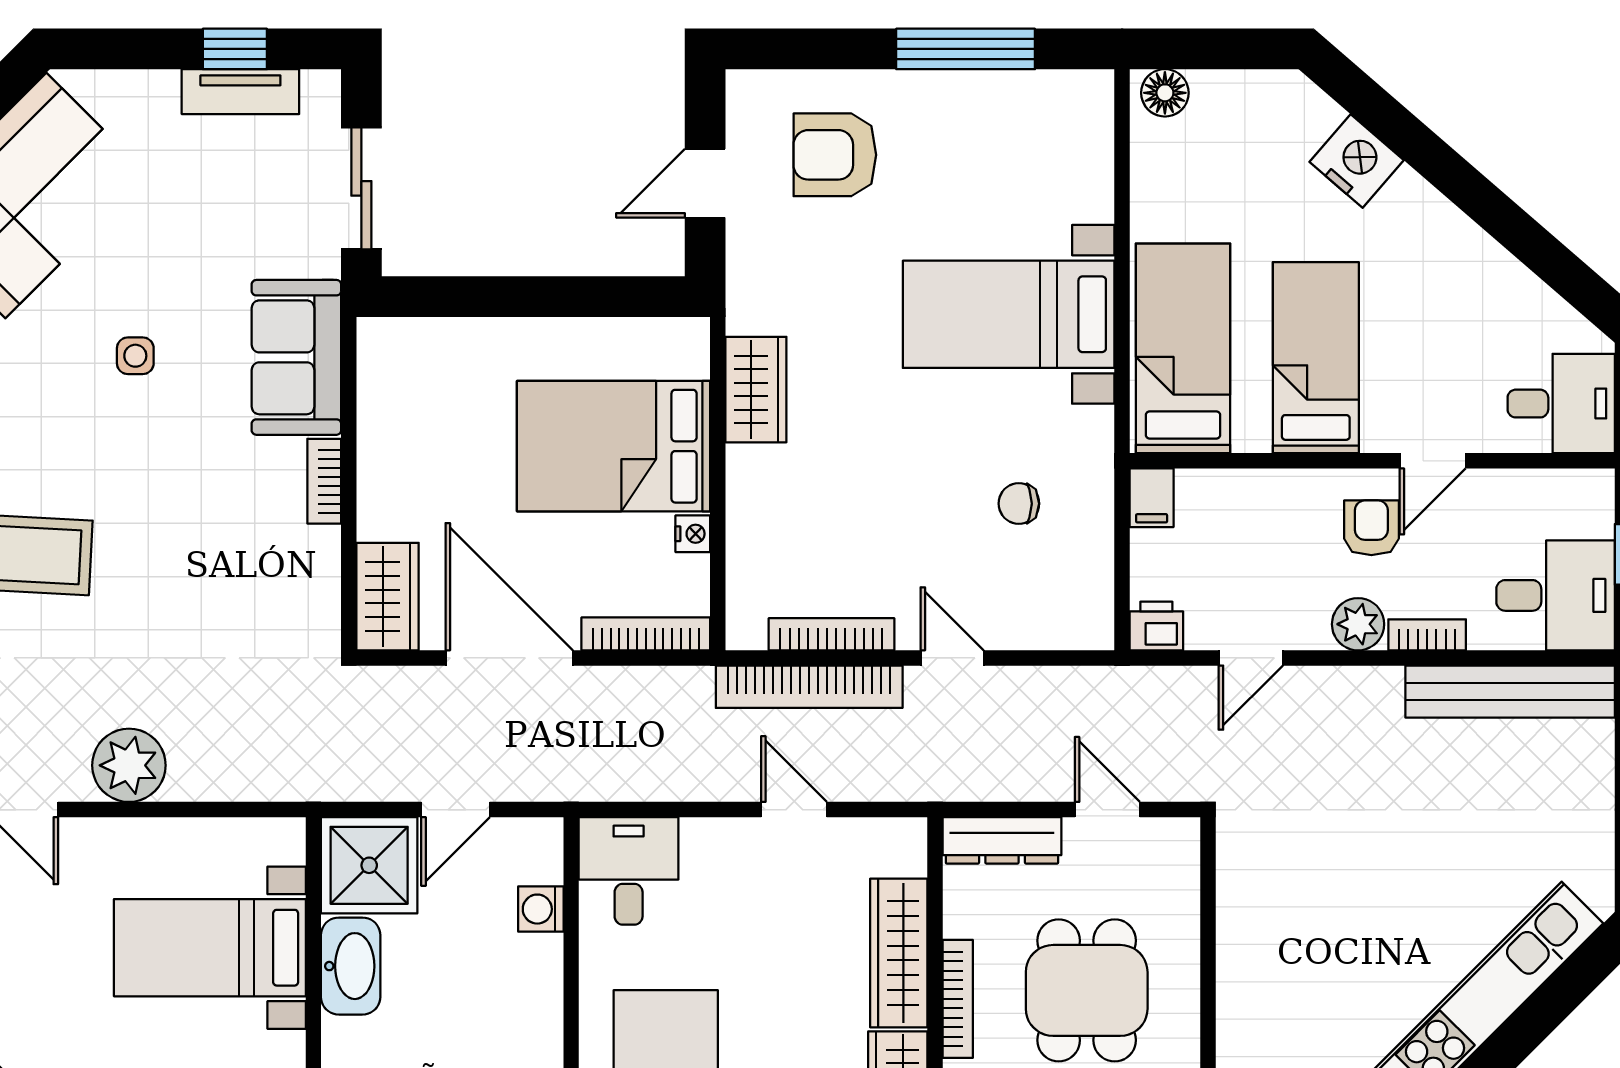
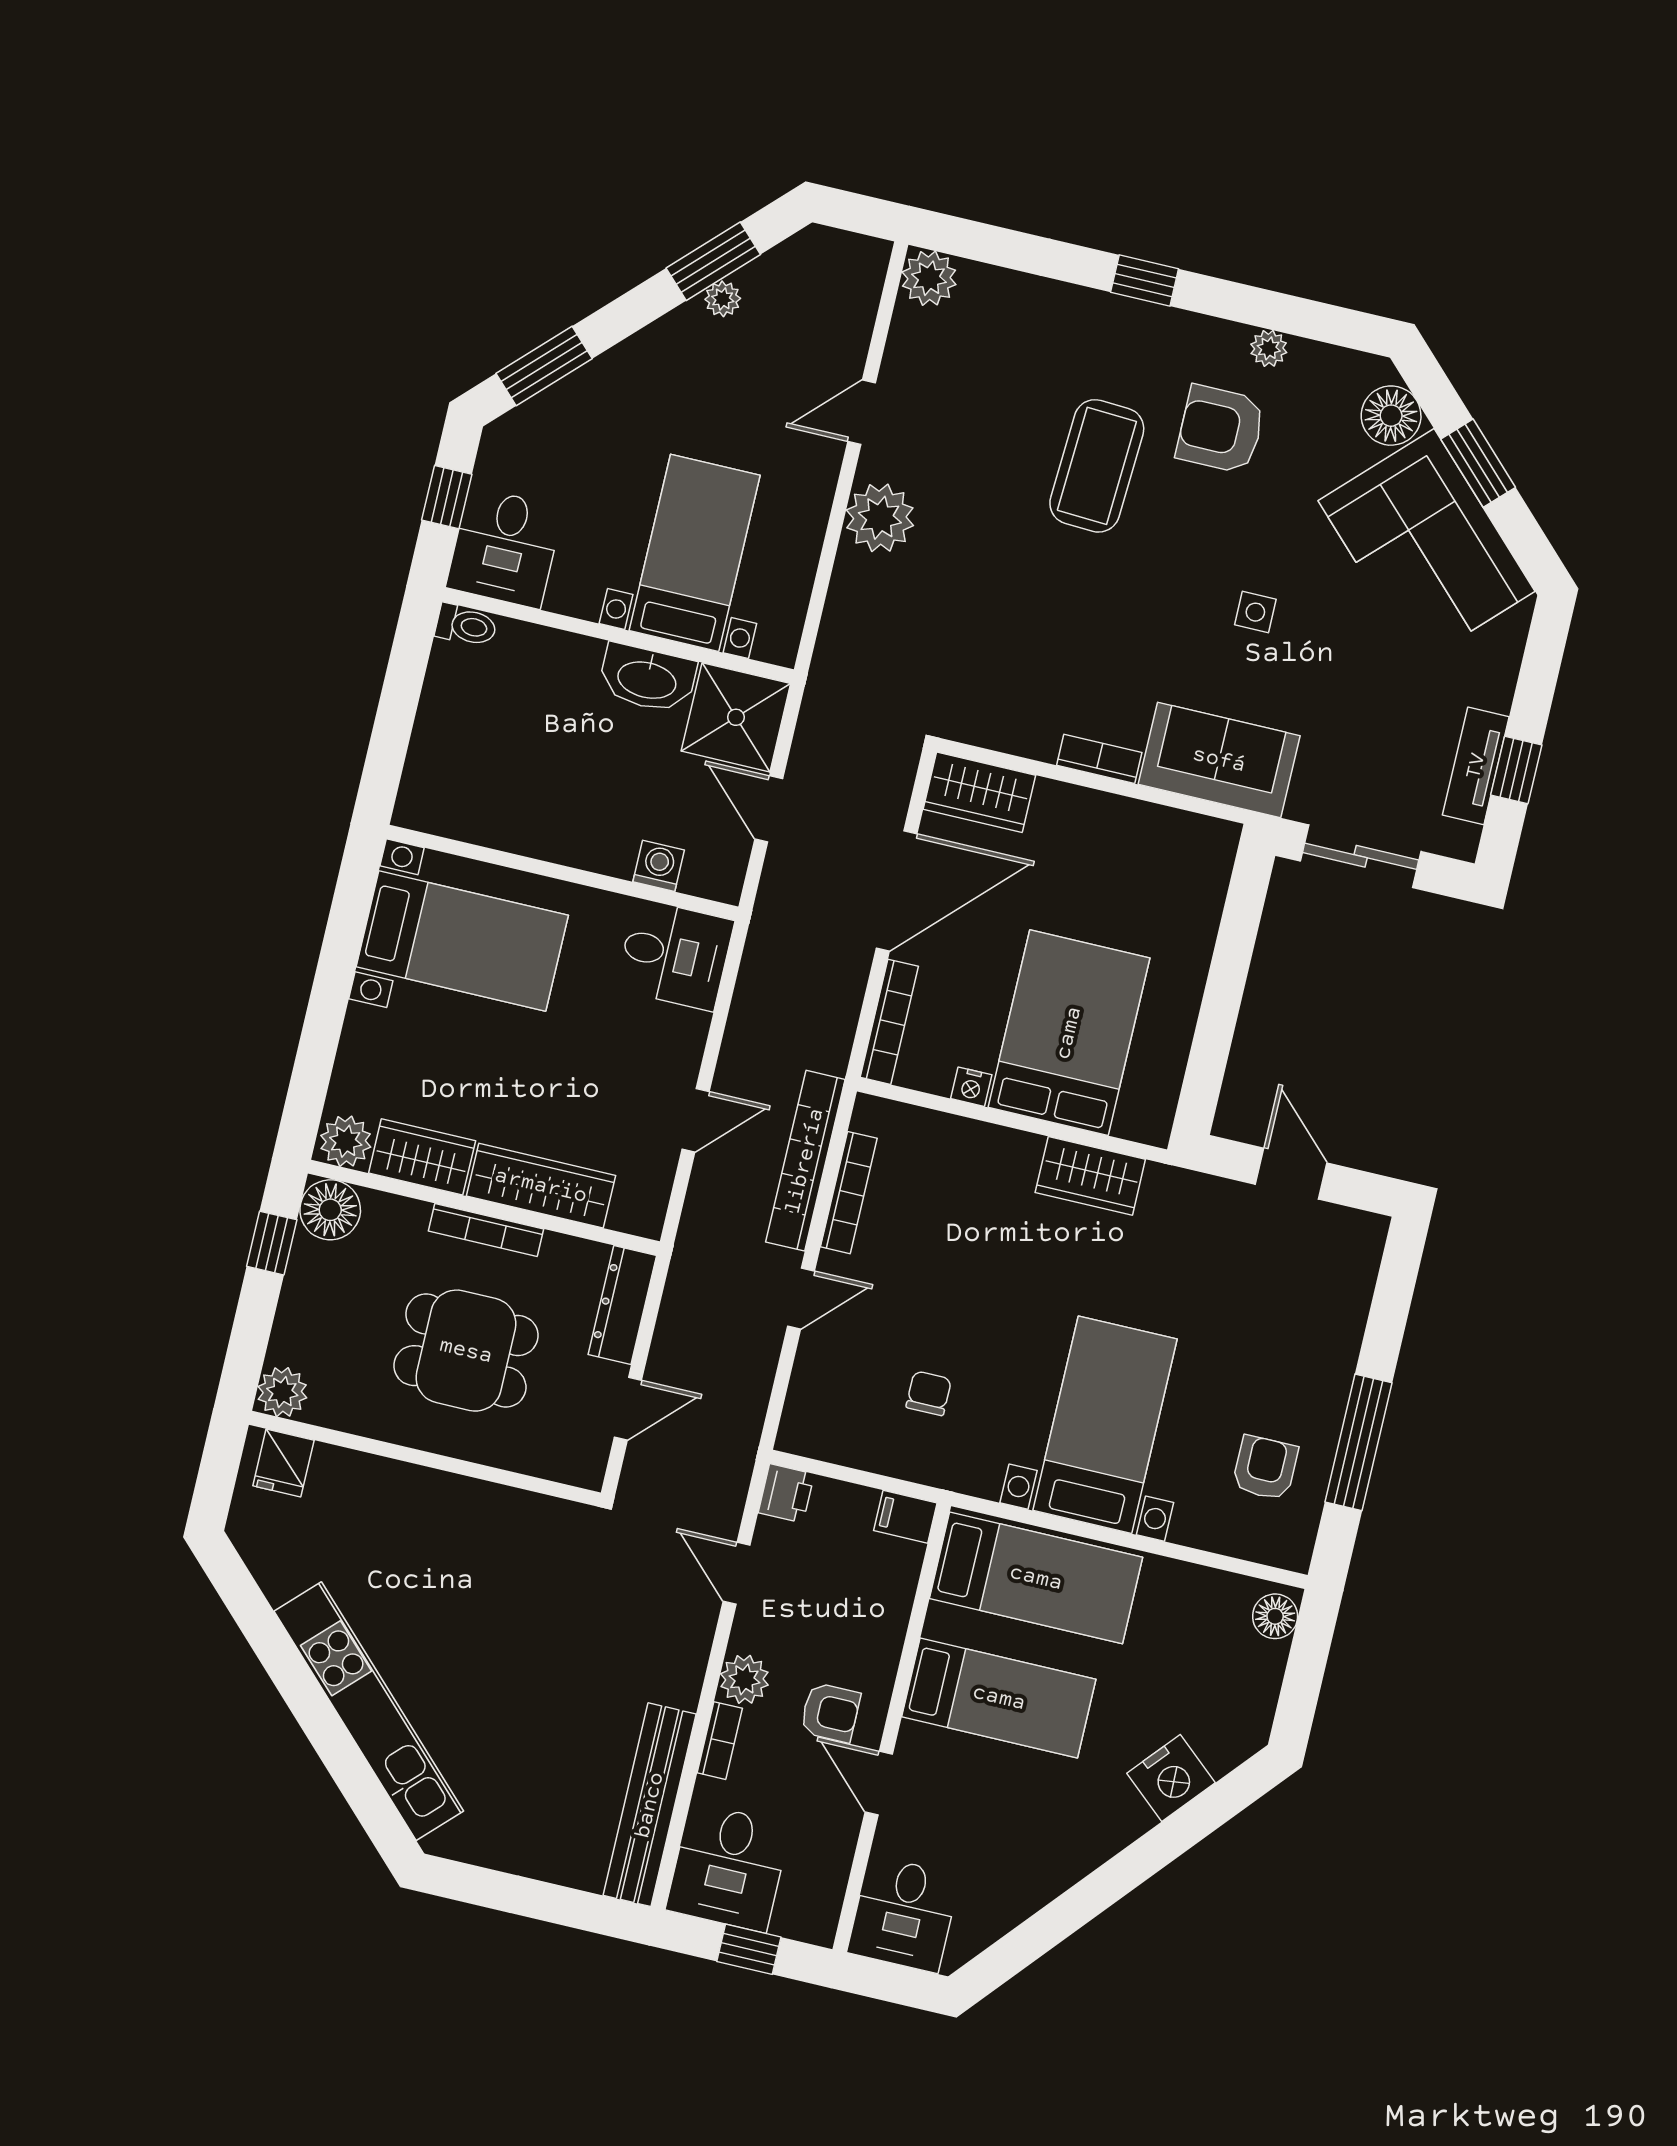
armchair: (835, 155) -> (1265, 1468), moved, width x0.72, depth x0.72

